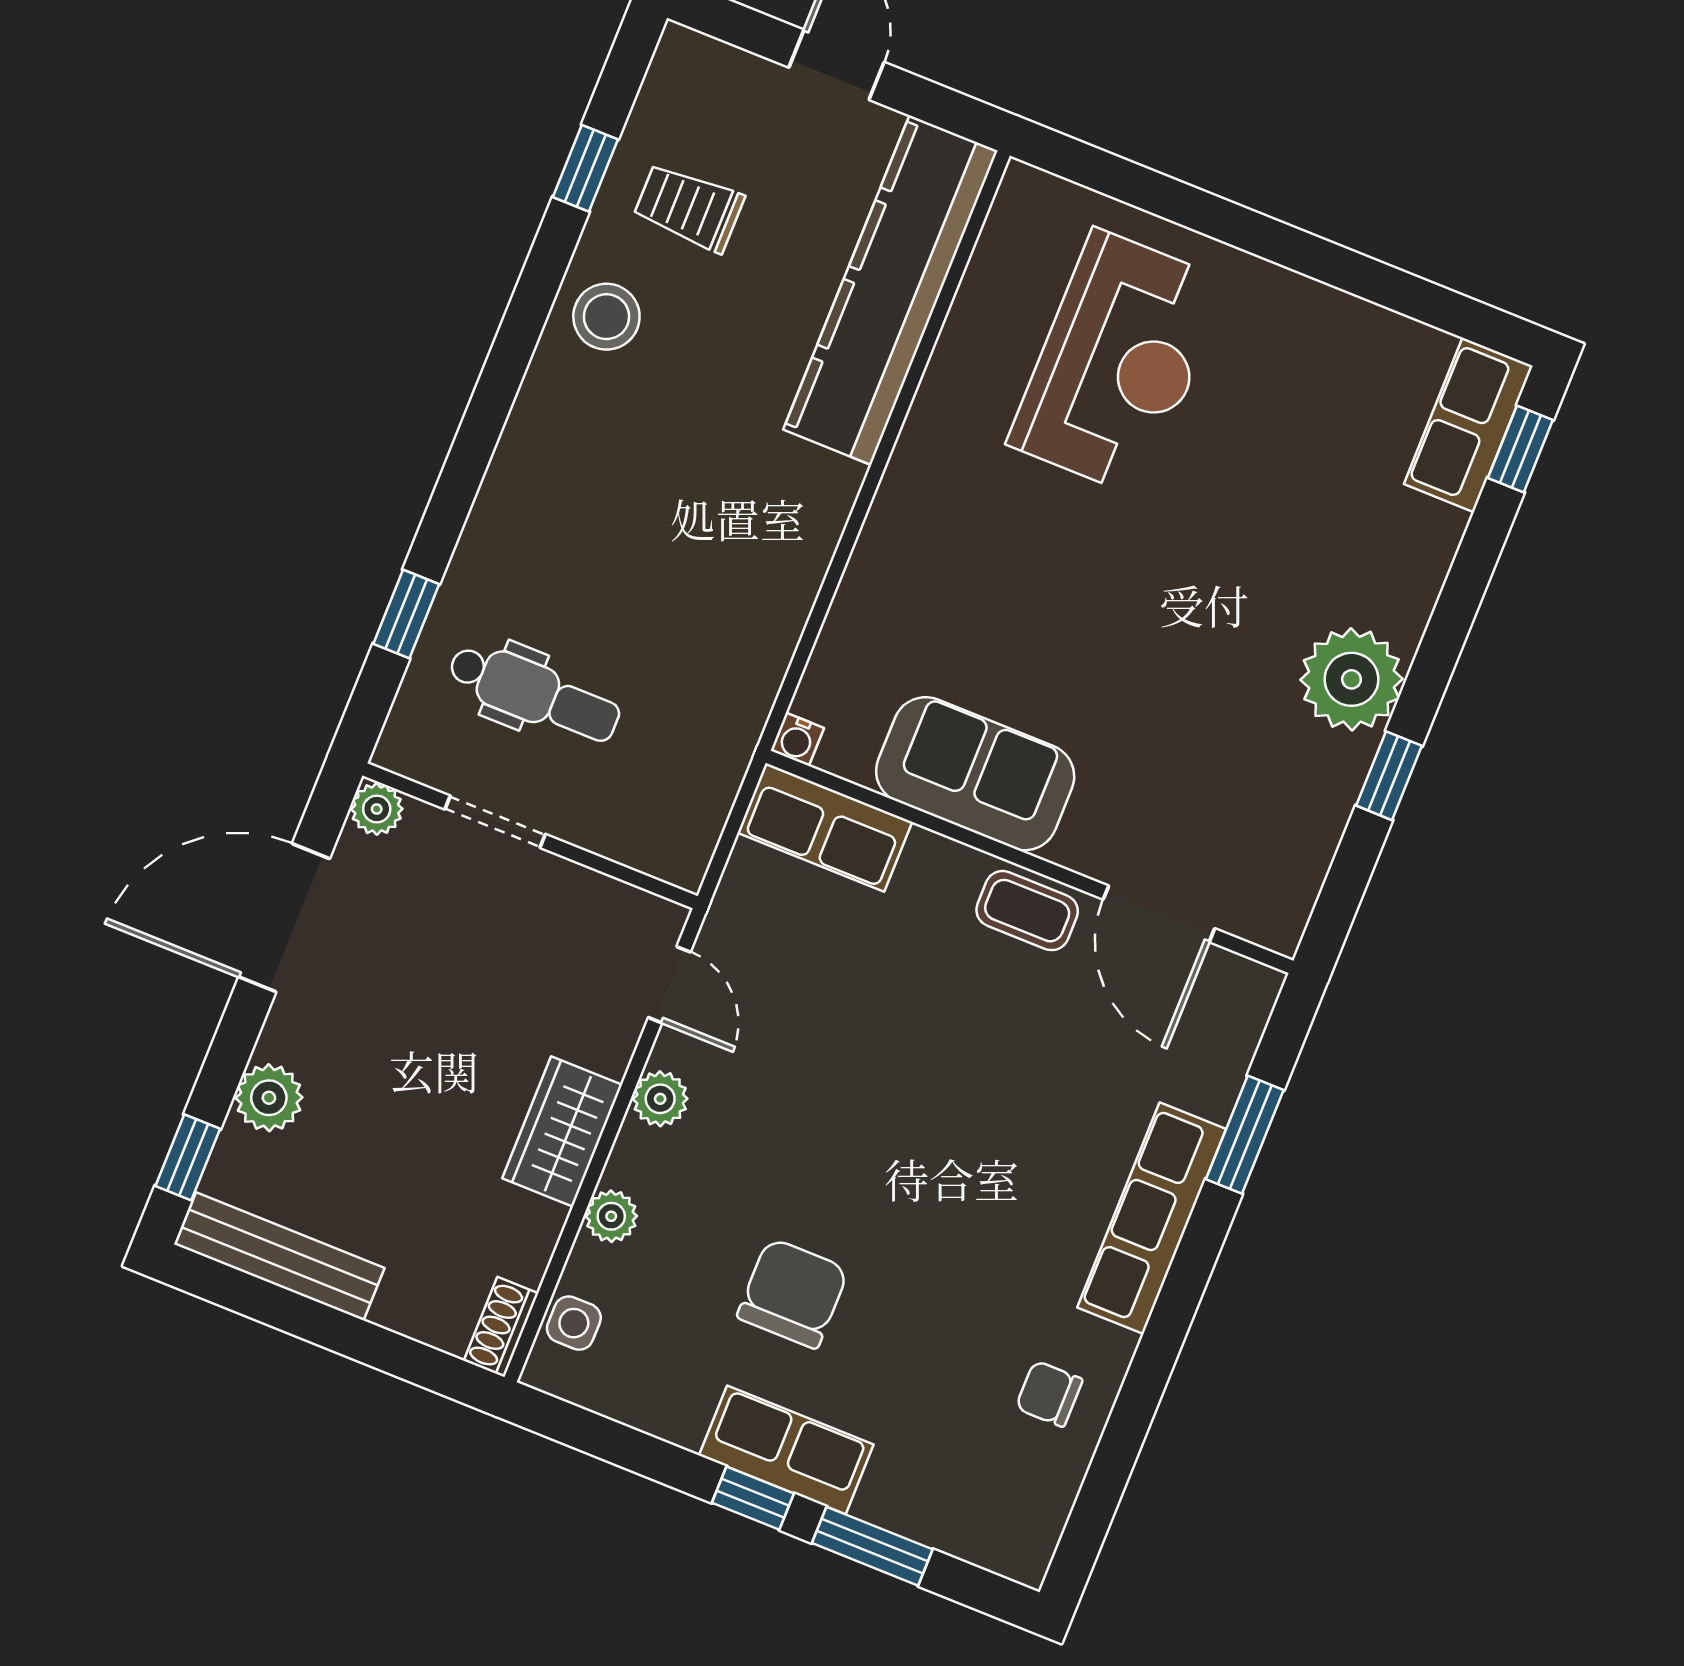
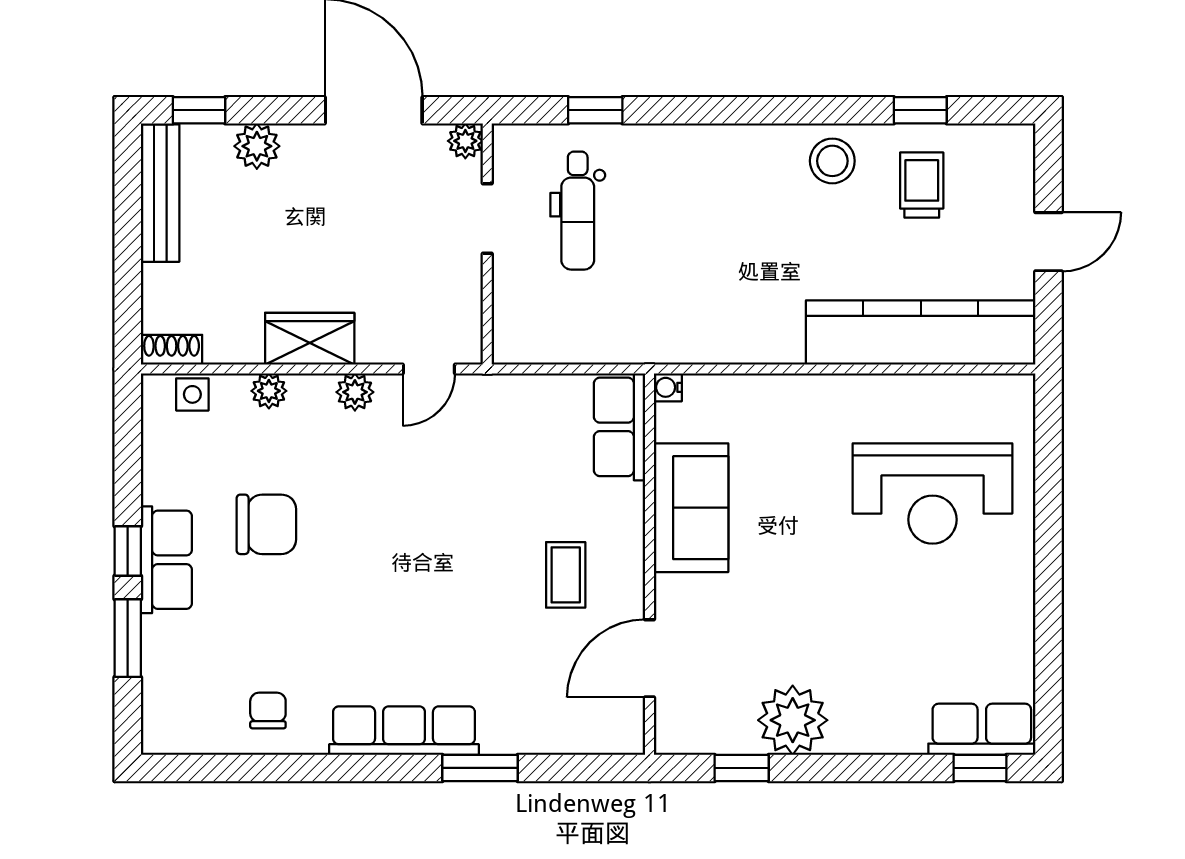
water cooler: (797, 739) -> (668, 387), moved
sofa: (975, 774) -> (691, 508), moved
row of seats: (825, 827) -> (620, 427), moved
wall: (1030, 862) -> (649, 564), moved
door: (1159, 914) -> (649, 658), moved

